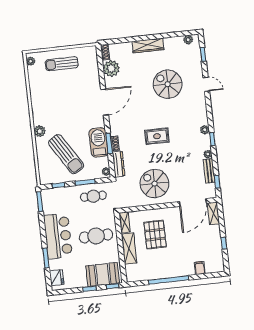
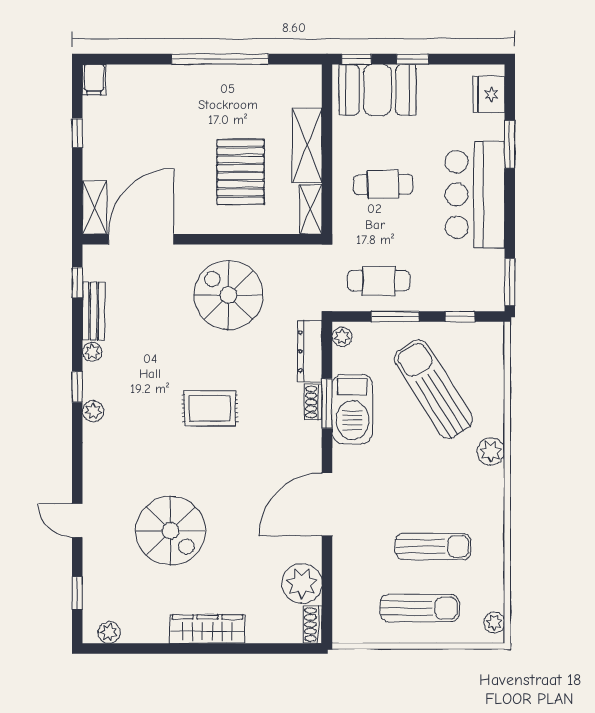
sun lounger: (59, 90) -> (433, 546), added
spiral stairs: (154, 184) -> (228, 295), turned 180
cafe table: (96, 236) -> (383, 184), width x0.73, depth x0.74
filing cabinet: (200, 268) -> (94, 80), moved

